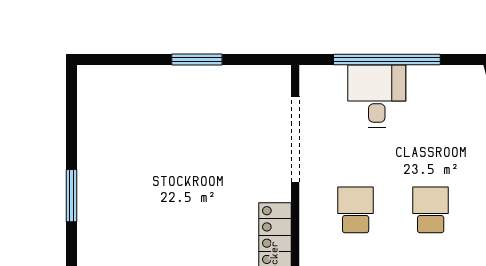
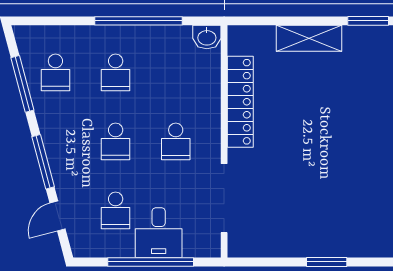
window: (197, 59) -> (327, 262), moved
school desk: (431, 124) -> (116, 210), added

